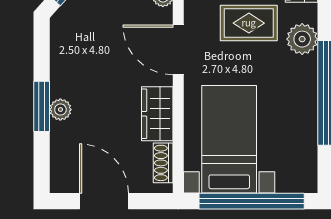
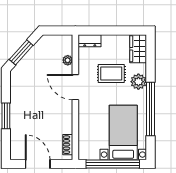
plant: (60, 110) -> (16, 117), removed
wardrobe: (157, 114) -> (65, 120), removed
bed with nightstands: (229, 139) -> (123, 133), moved

